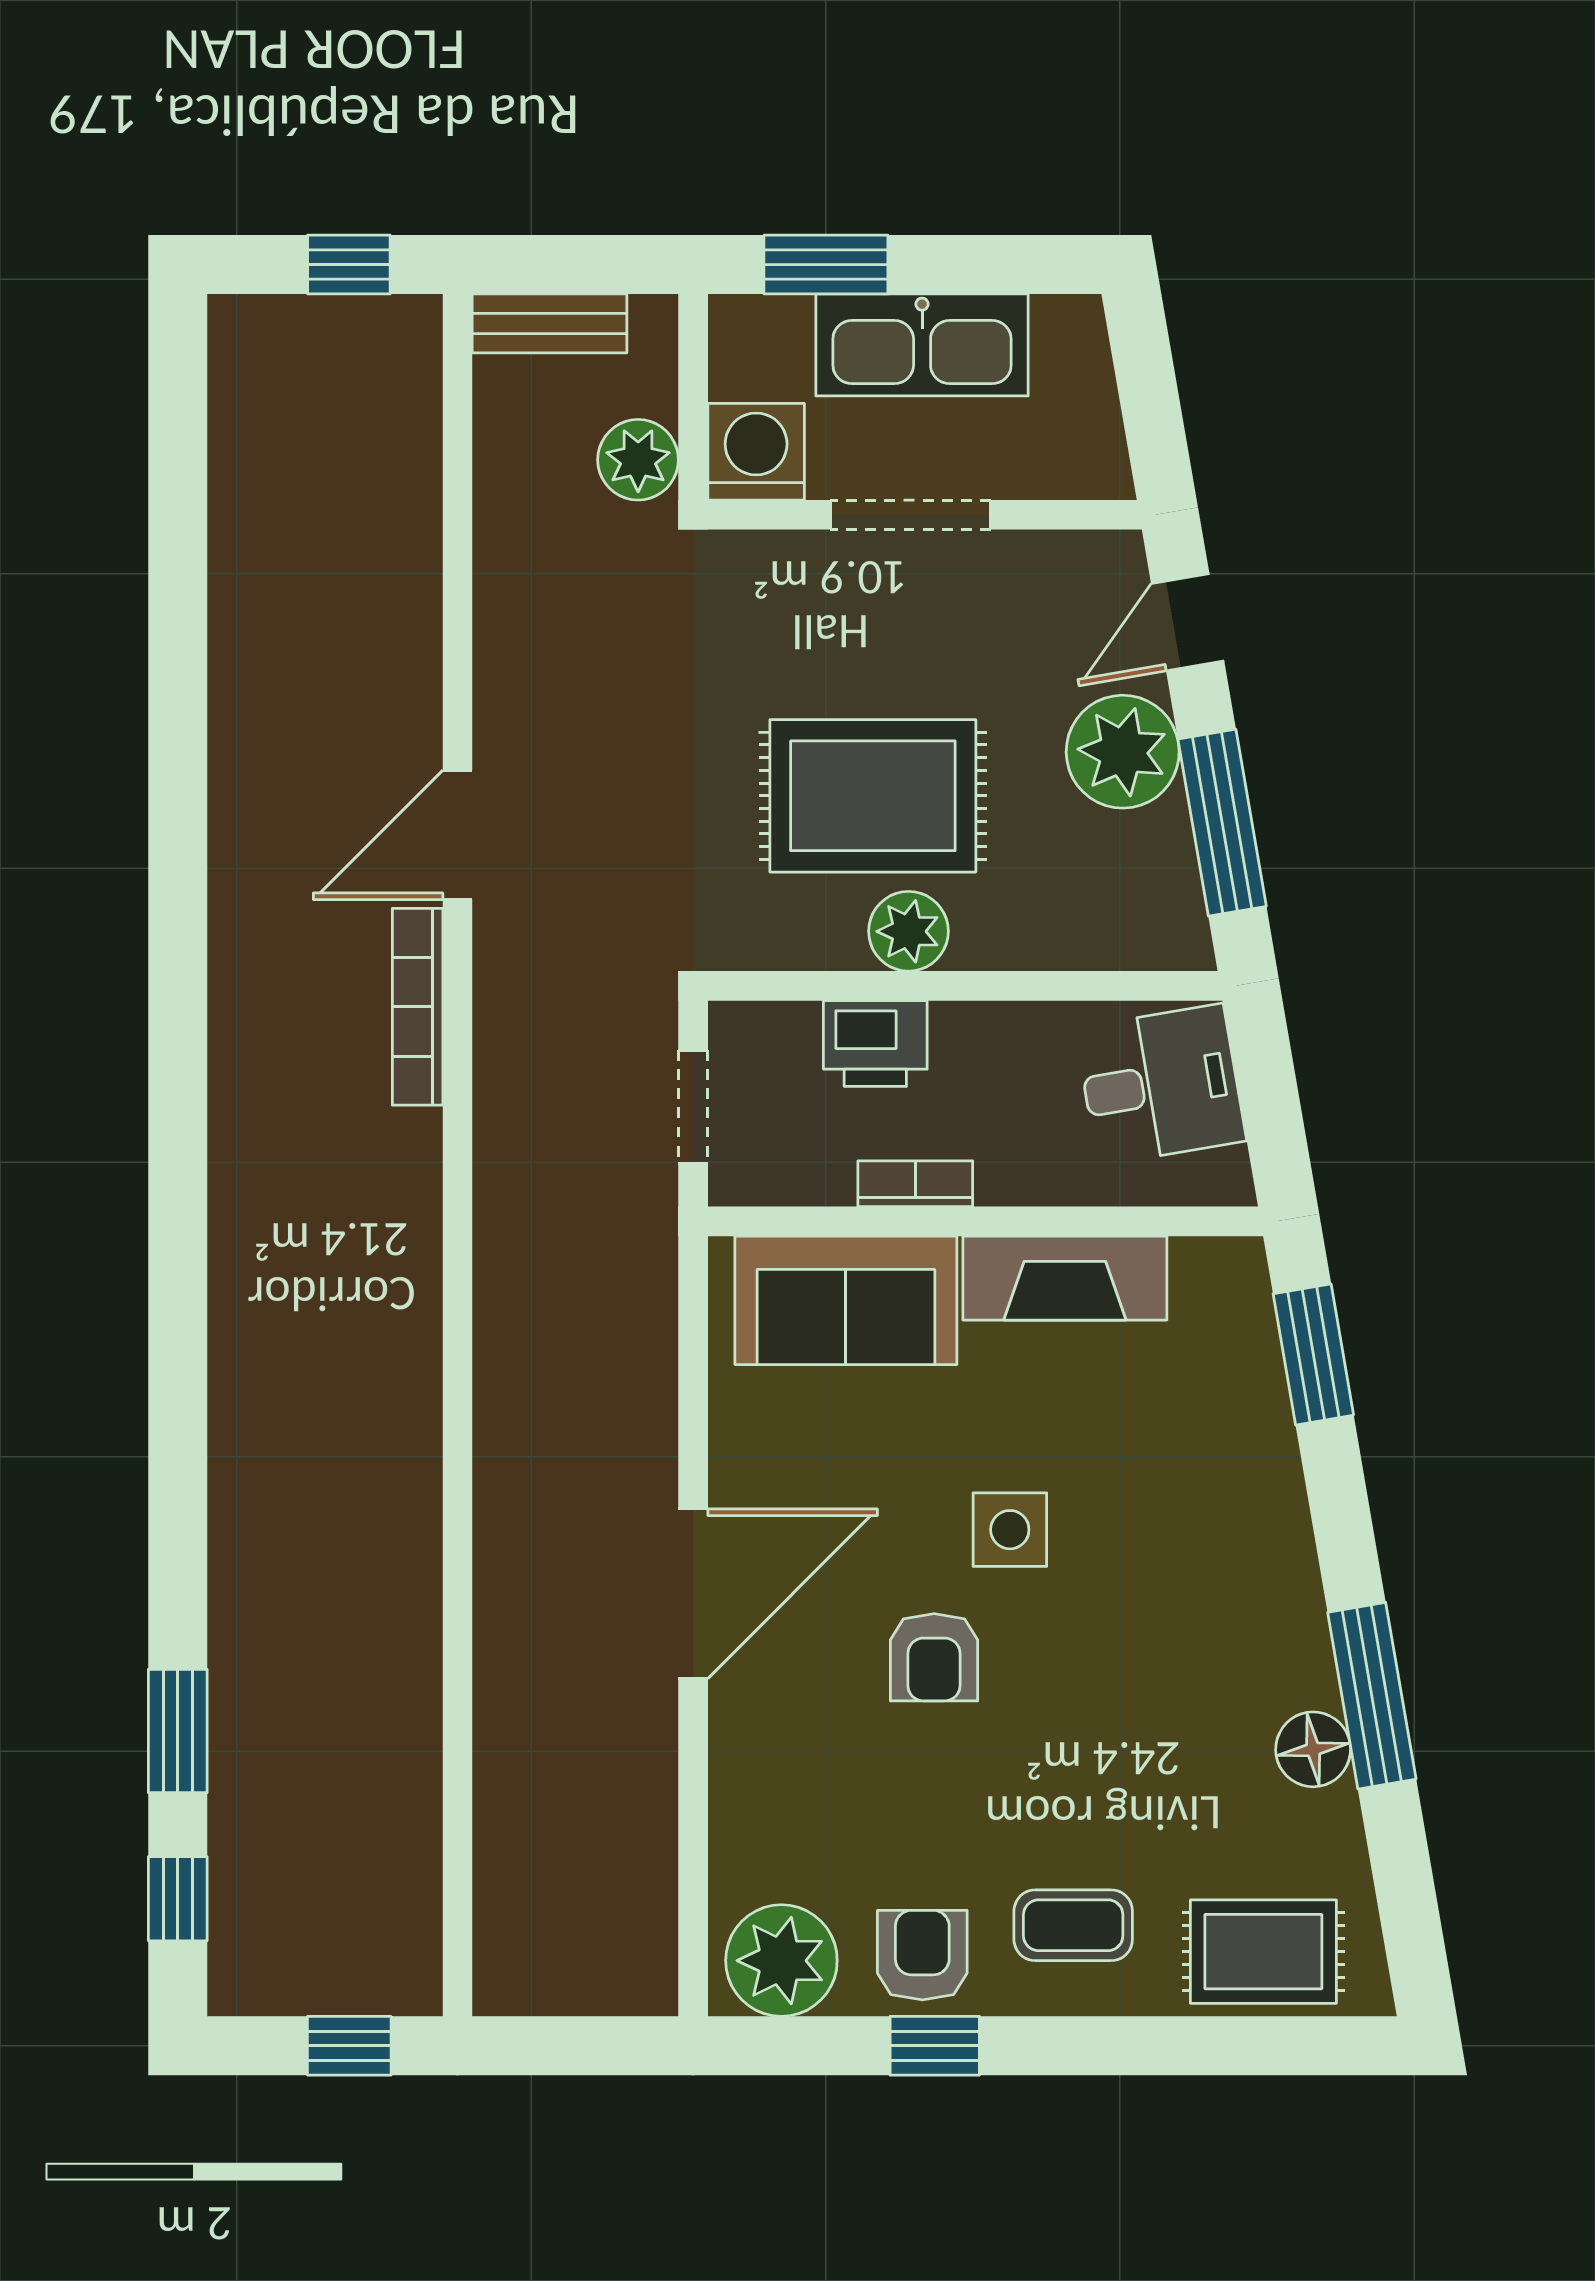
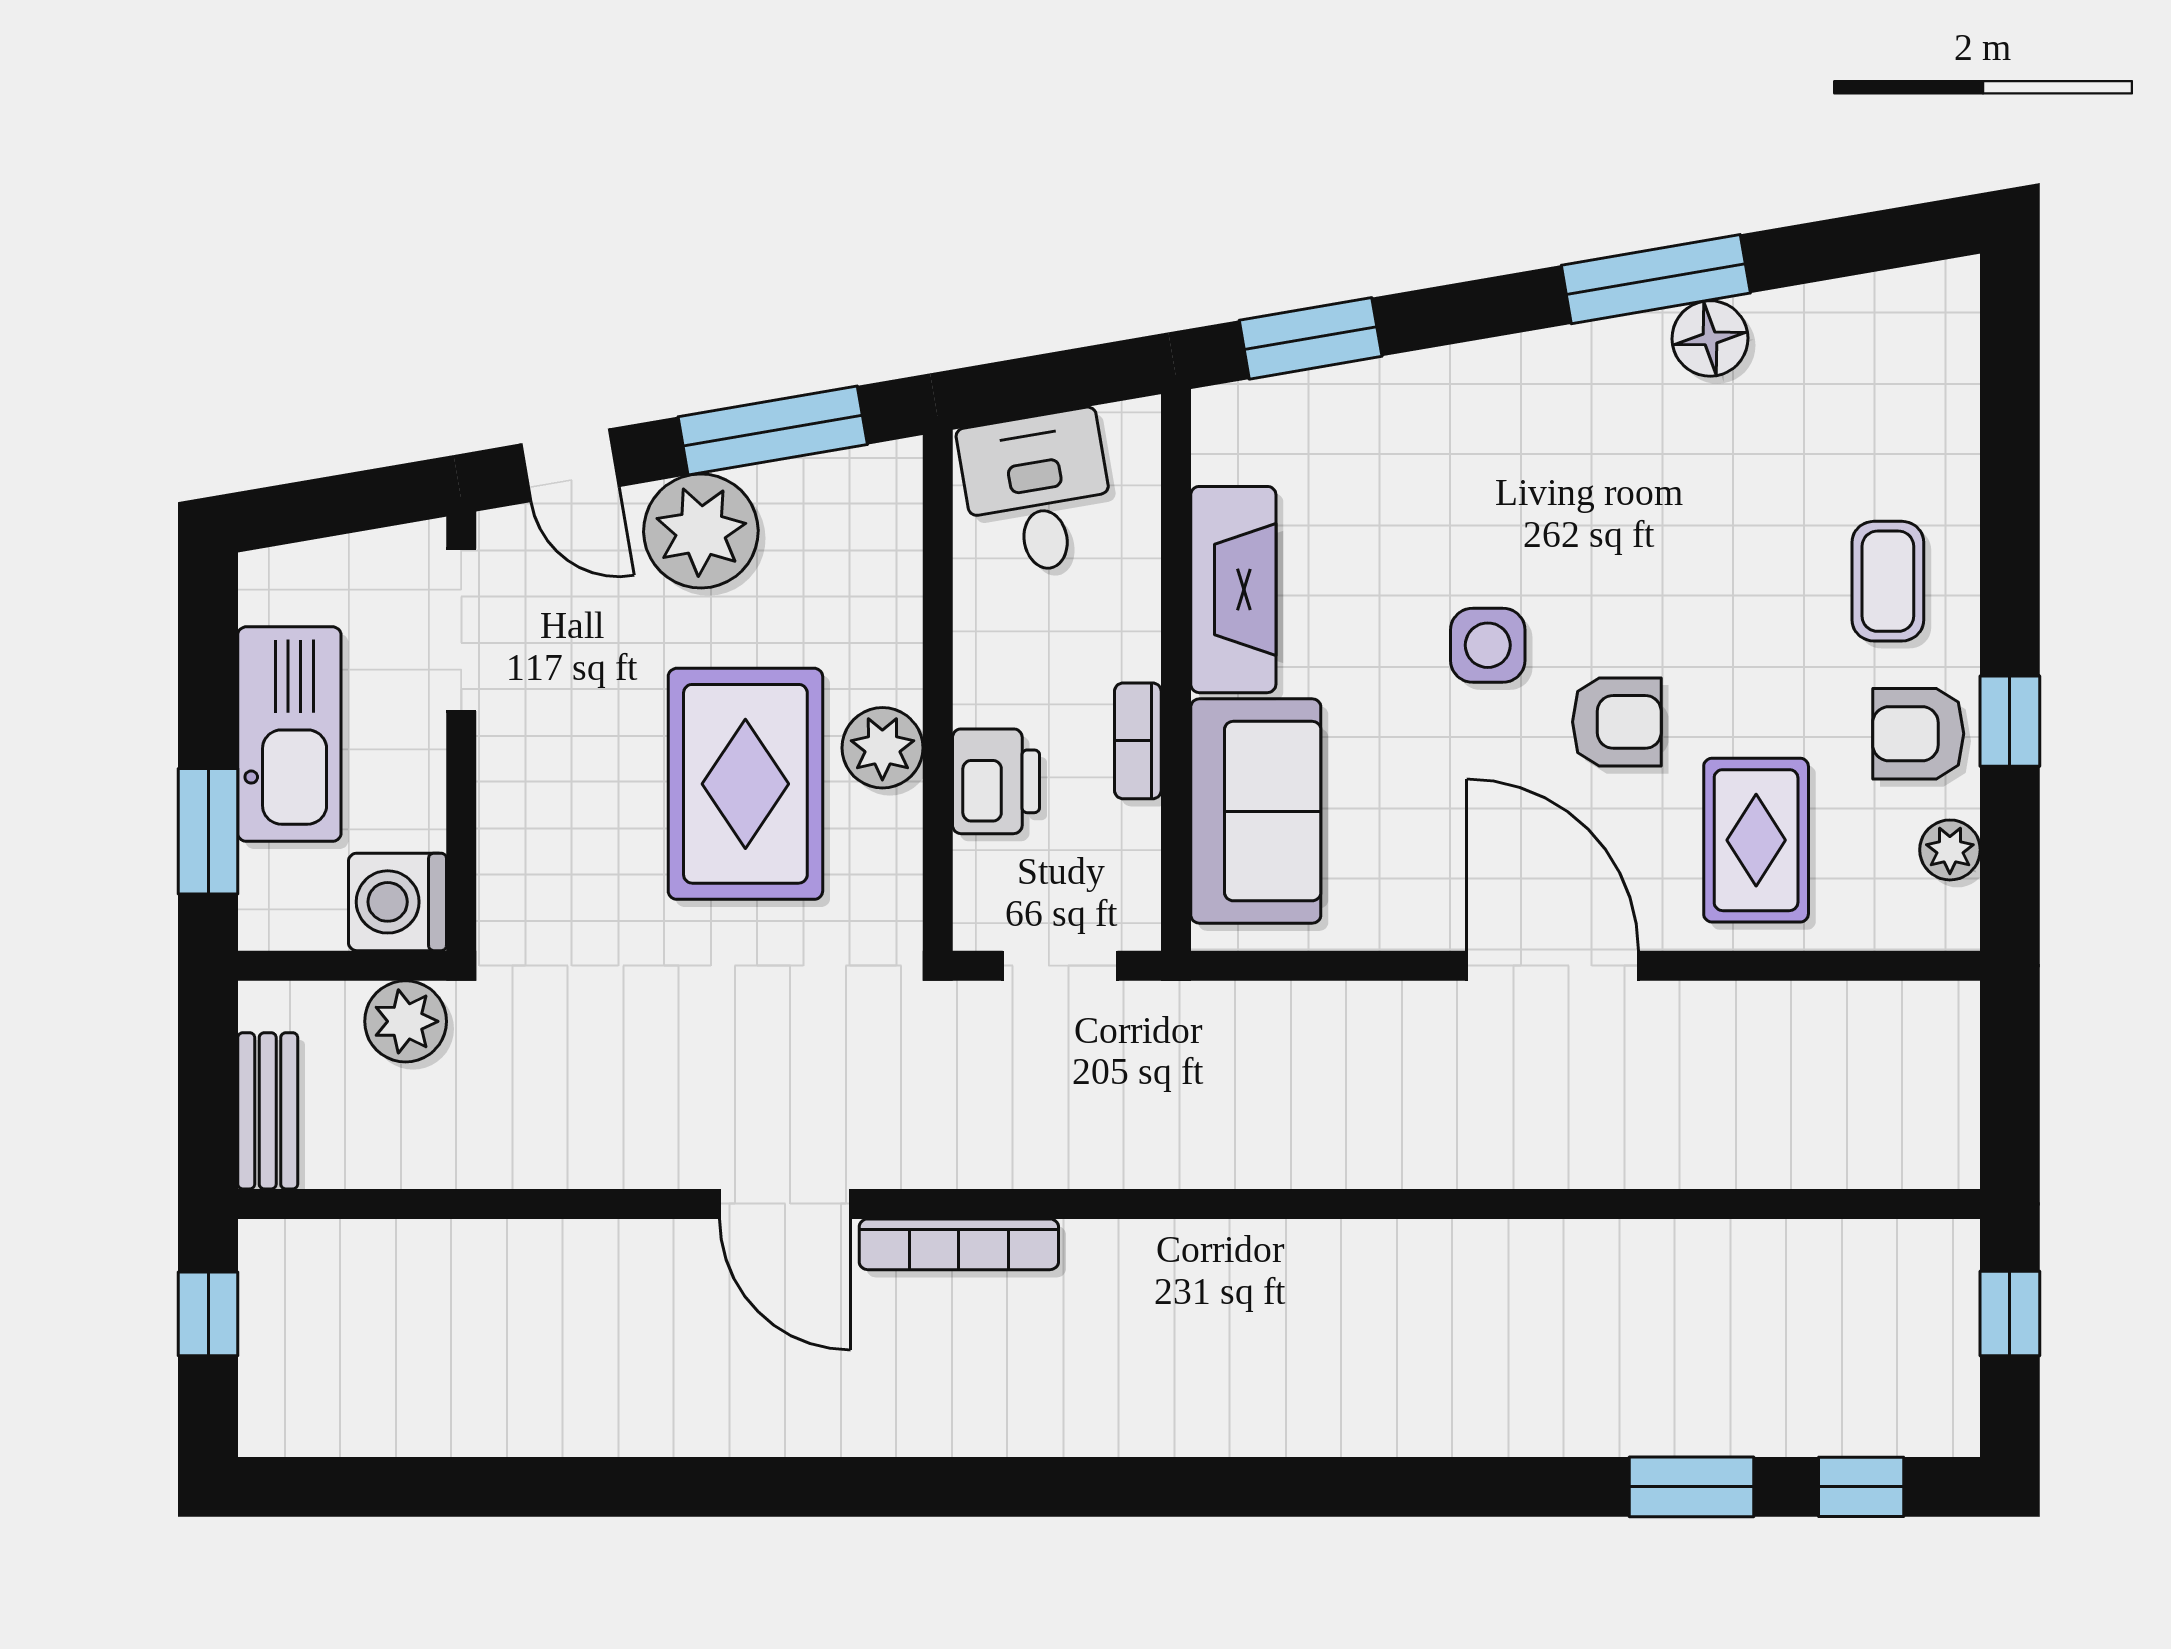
doorway: (911, 515) -> (461, 630), moved
rug: (1263, 1952) -> (1756, 840), moved
plant: (781, 1961) -> (1950, 850), width x0.53, depth x0.53

